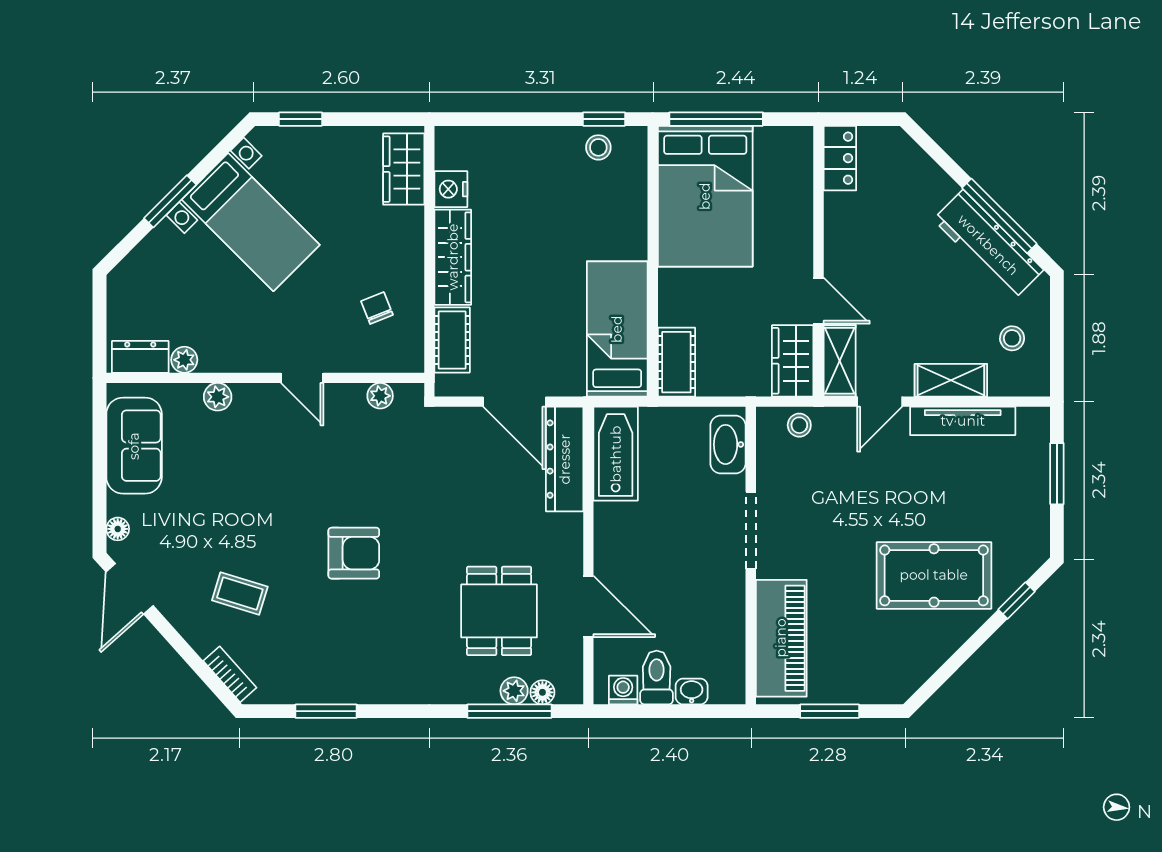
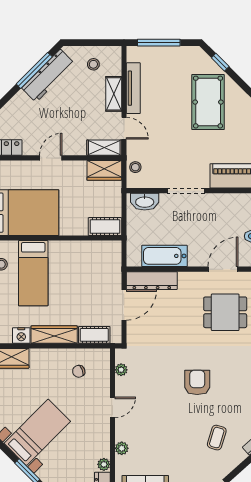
door: (818, 301) -> (51, 158), moved
bed: (617, 329) -> (33, 273), moved, turned -90
bathtub: (616, 454) -> (164, 256), moved
window: (1057, 474) -> (159, 43), width x1.44

